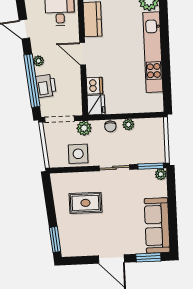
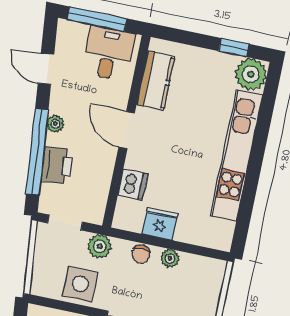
fridge: (96, 105) -> (160, 224), moved, turned -90
doorway: (60, 119) -> (65, 223), width x0.73

